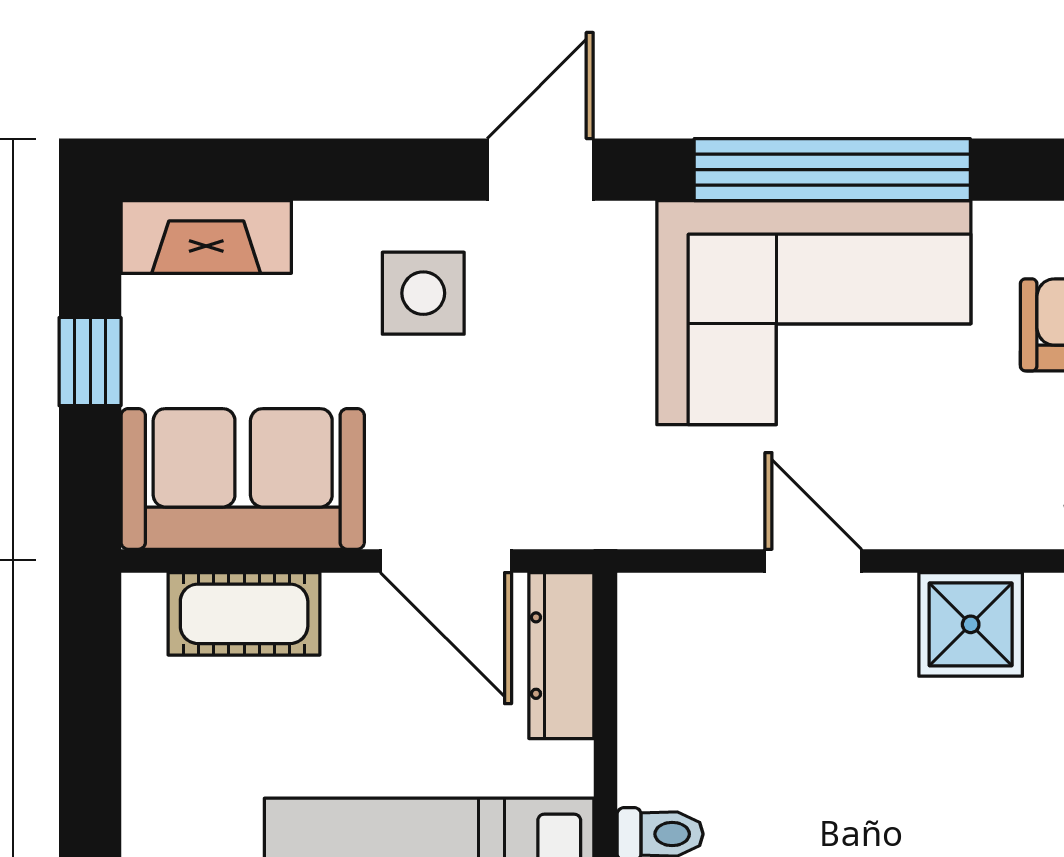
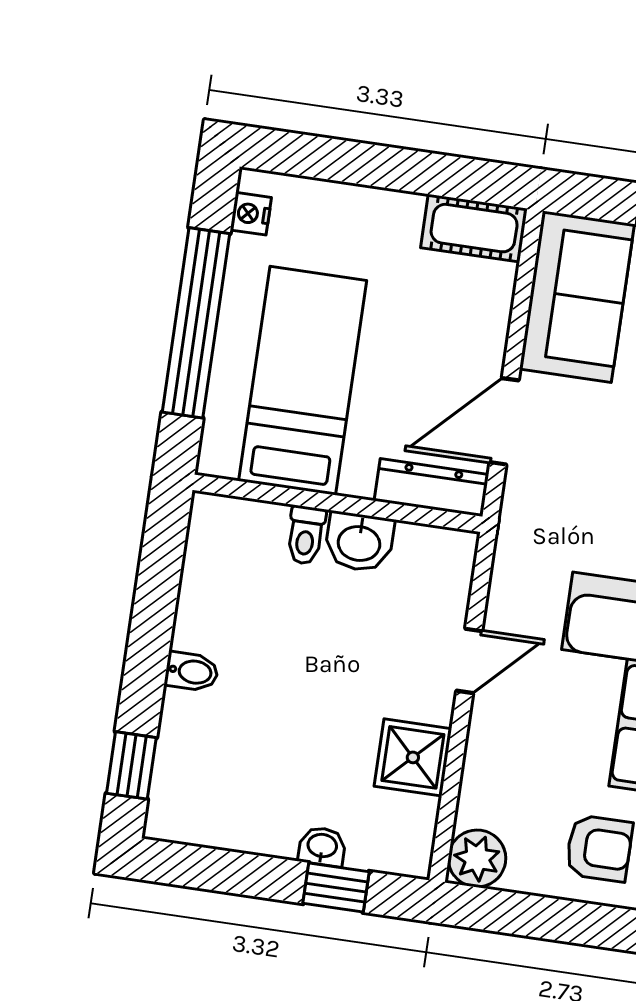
cot: (244, 614) -> (474, 228), moved, turned 90
washbasin: (659, 752) -> (359, 542), added

